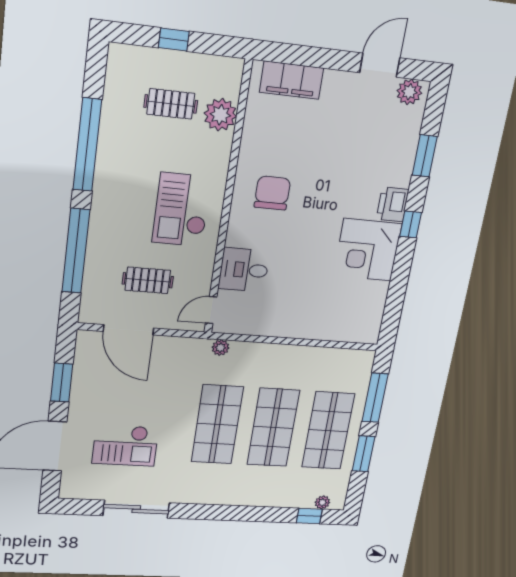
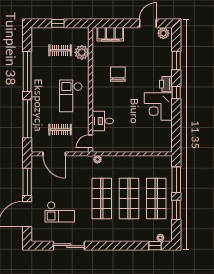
chair: (272, 193) -> (118, 74), moved
window: (62, 383) -> (27, 182), width x1.44

